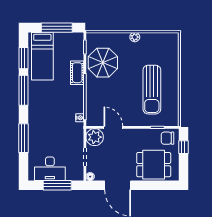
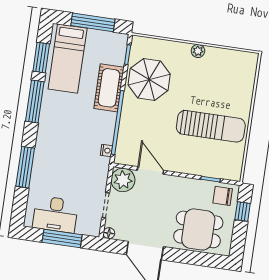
cot: (77, 73) -> (109, 88), width x1.37, depth x1.34
sun lounger: (152, 90) -> (211, 126), turned -90

